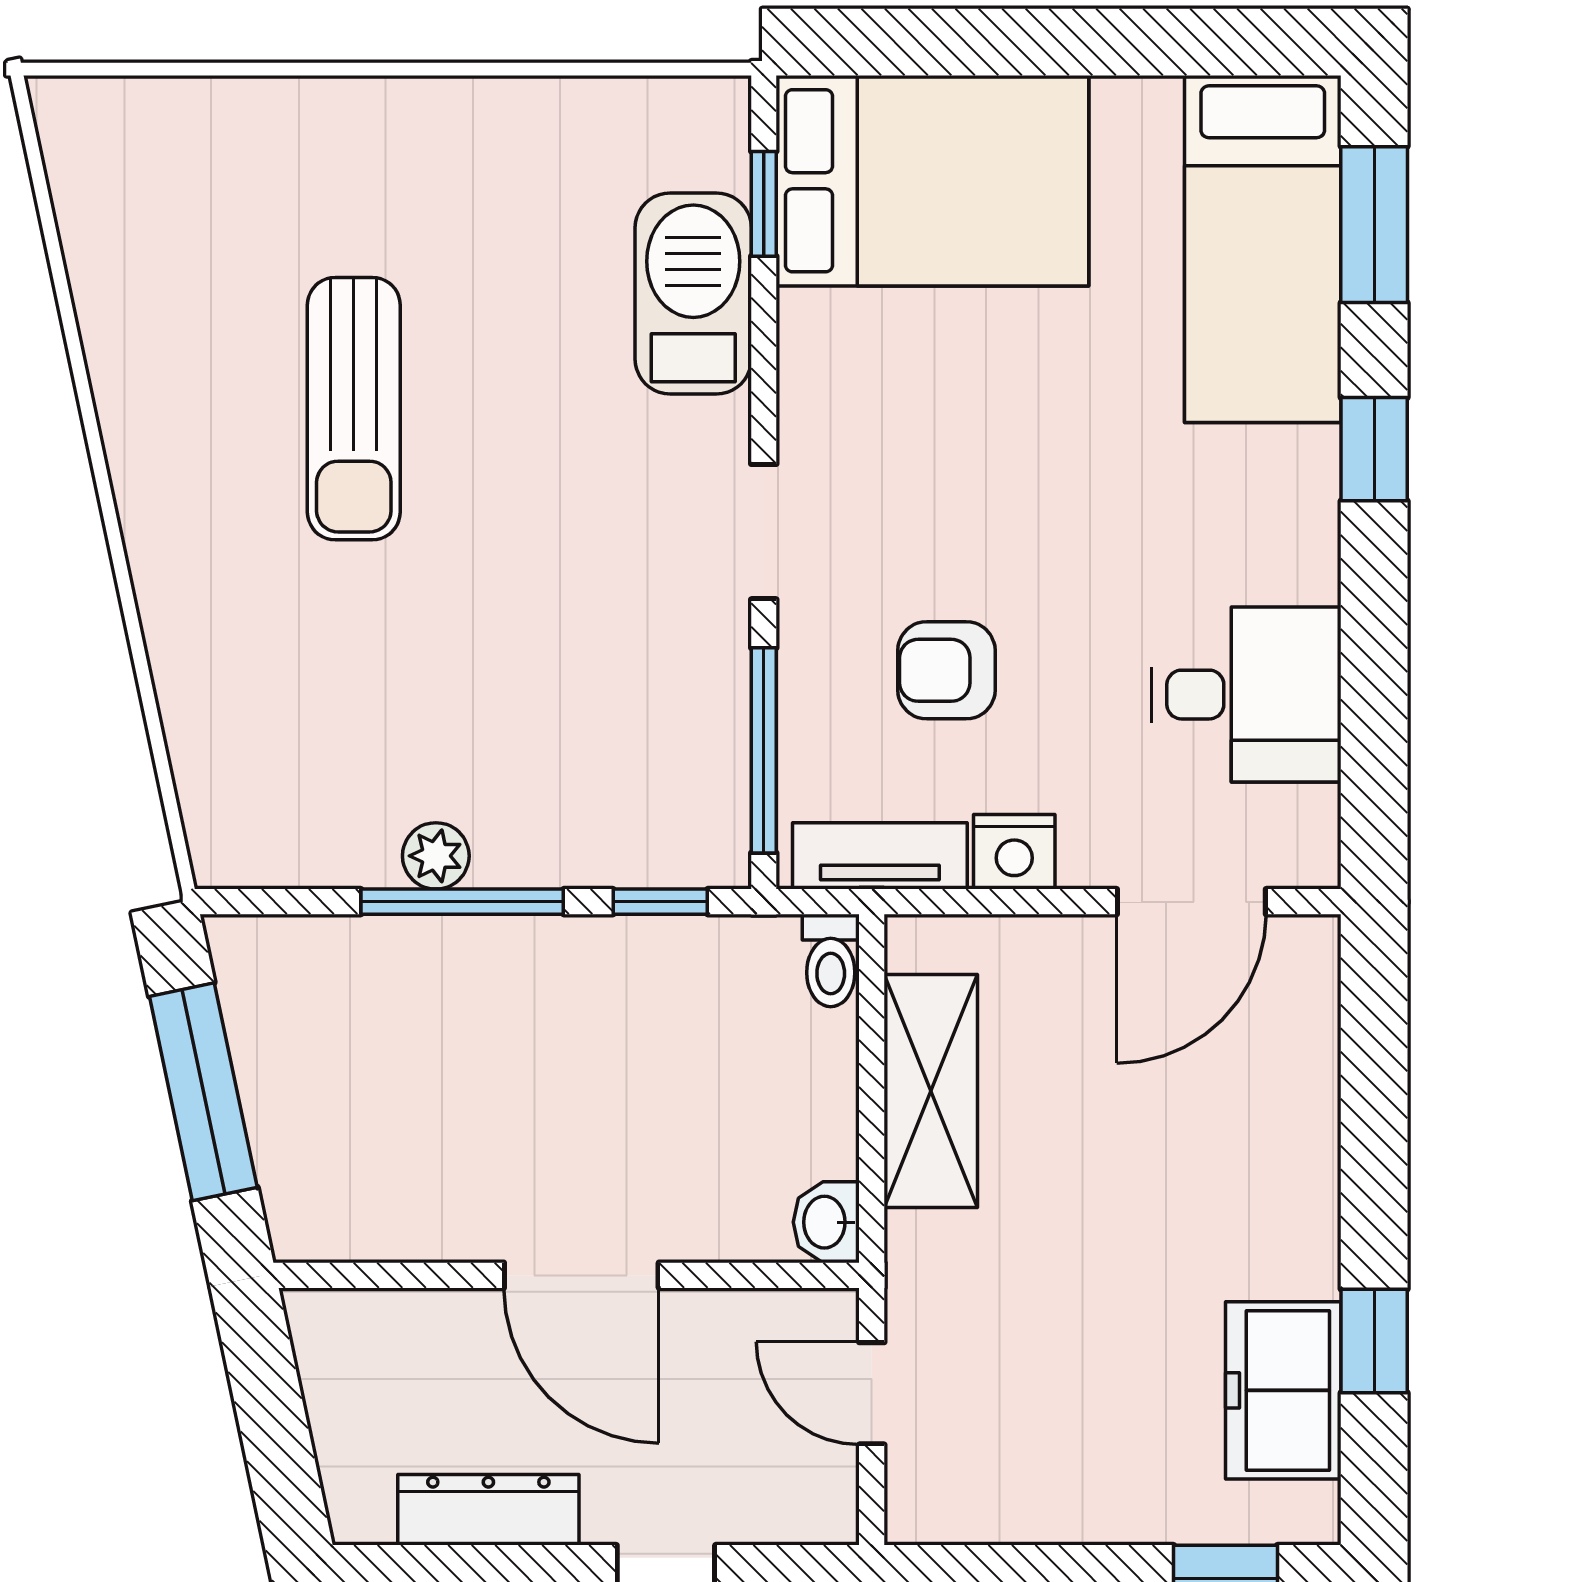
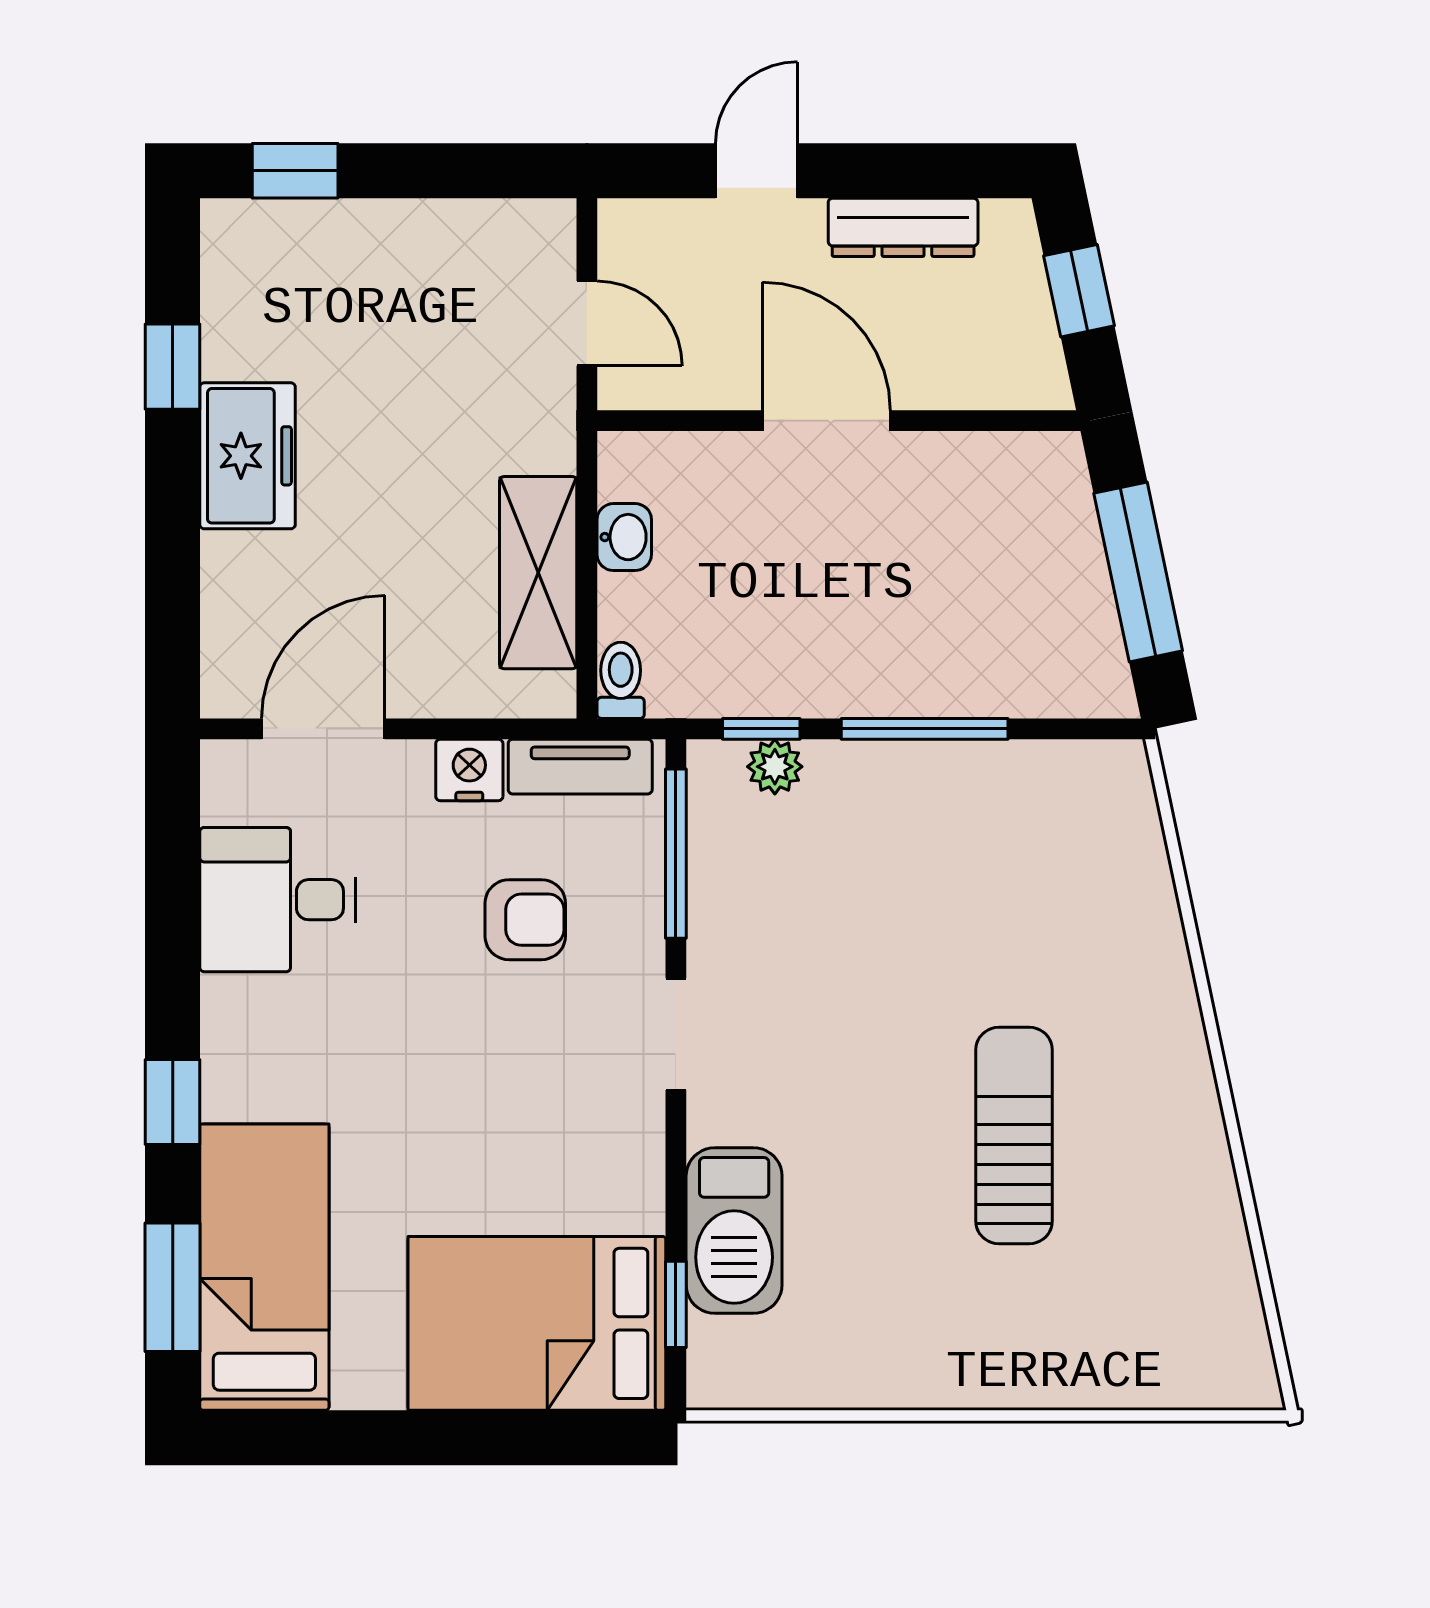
plant: (436, 856) -> (775, 767), moved
washbasin: (826, 1222) -> (624, 537), moved
freezer: (1283, 1390) -> (248, 456), moved
window: (275, 1433) -> (1079, 291), added

